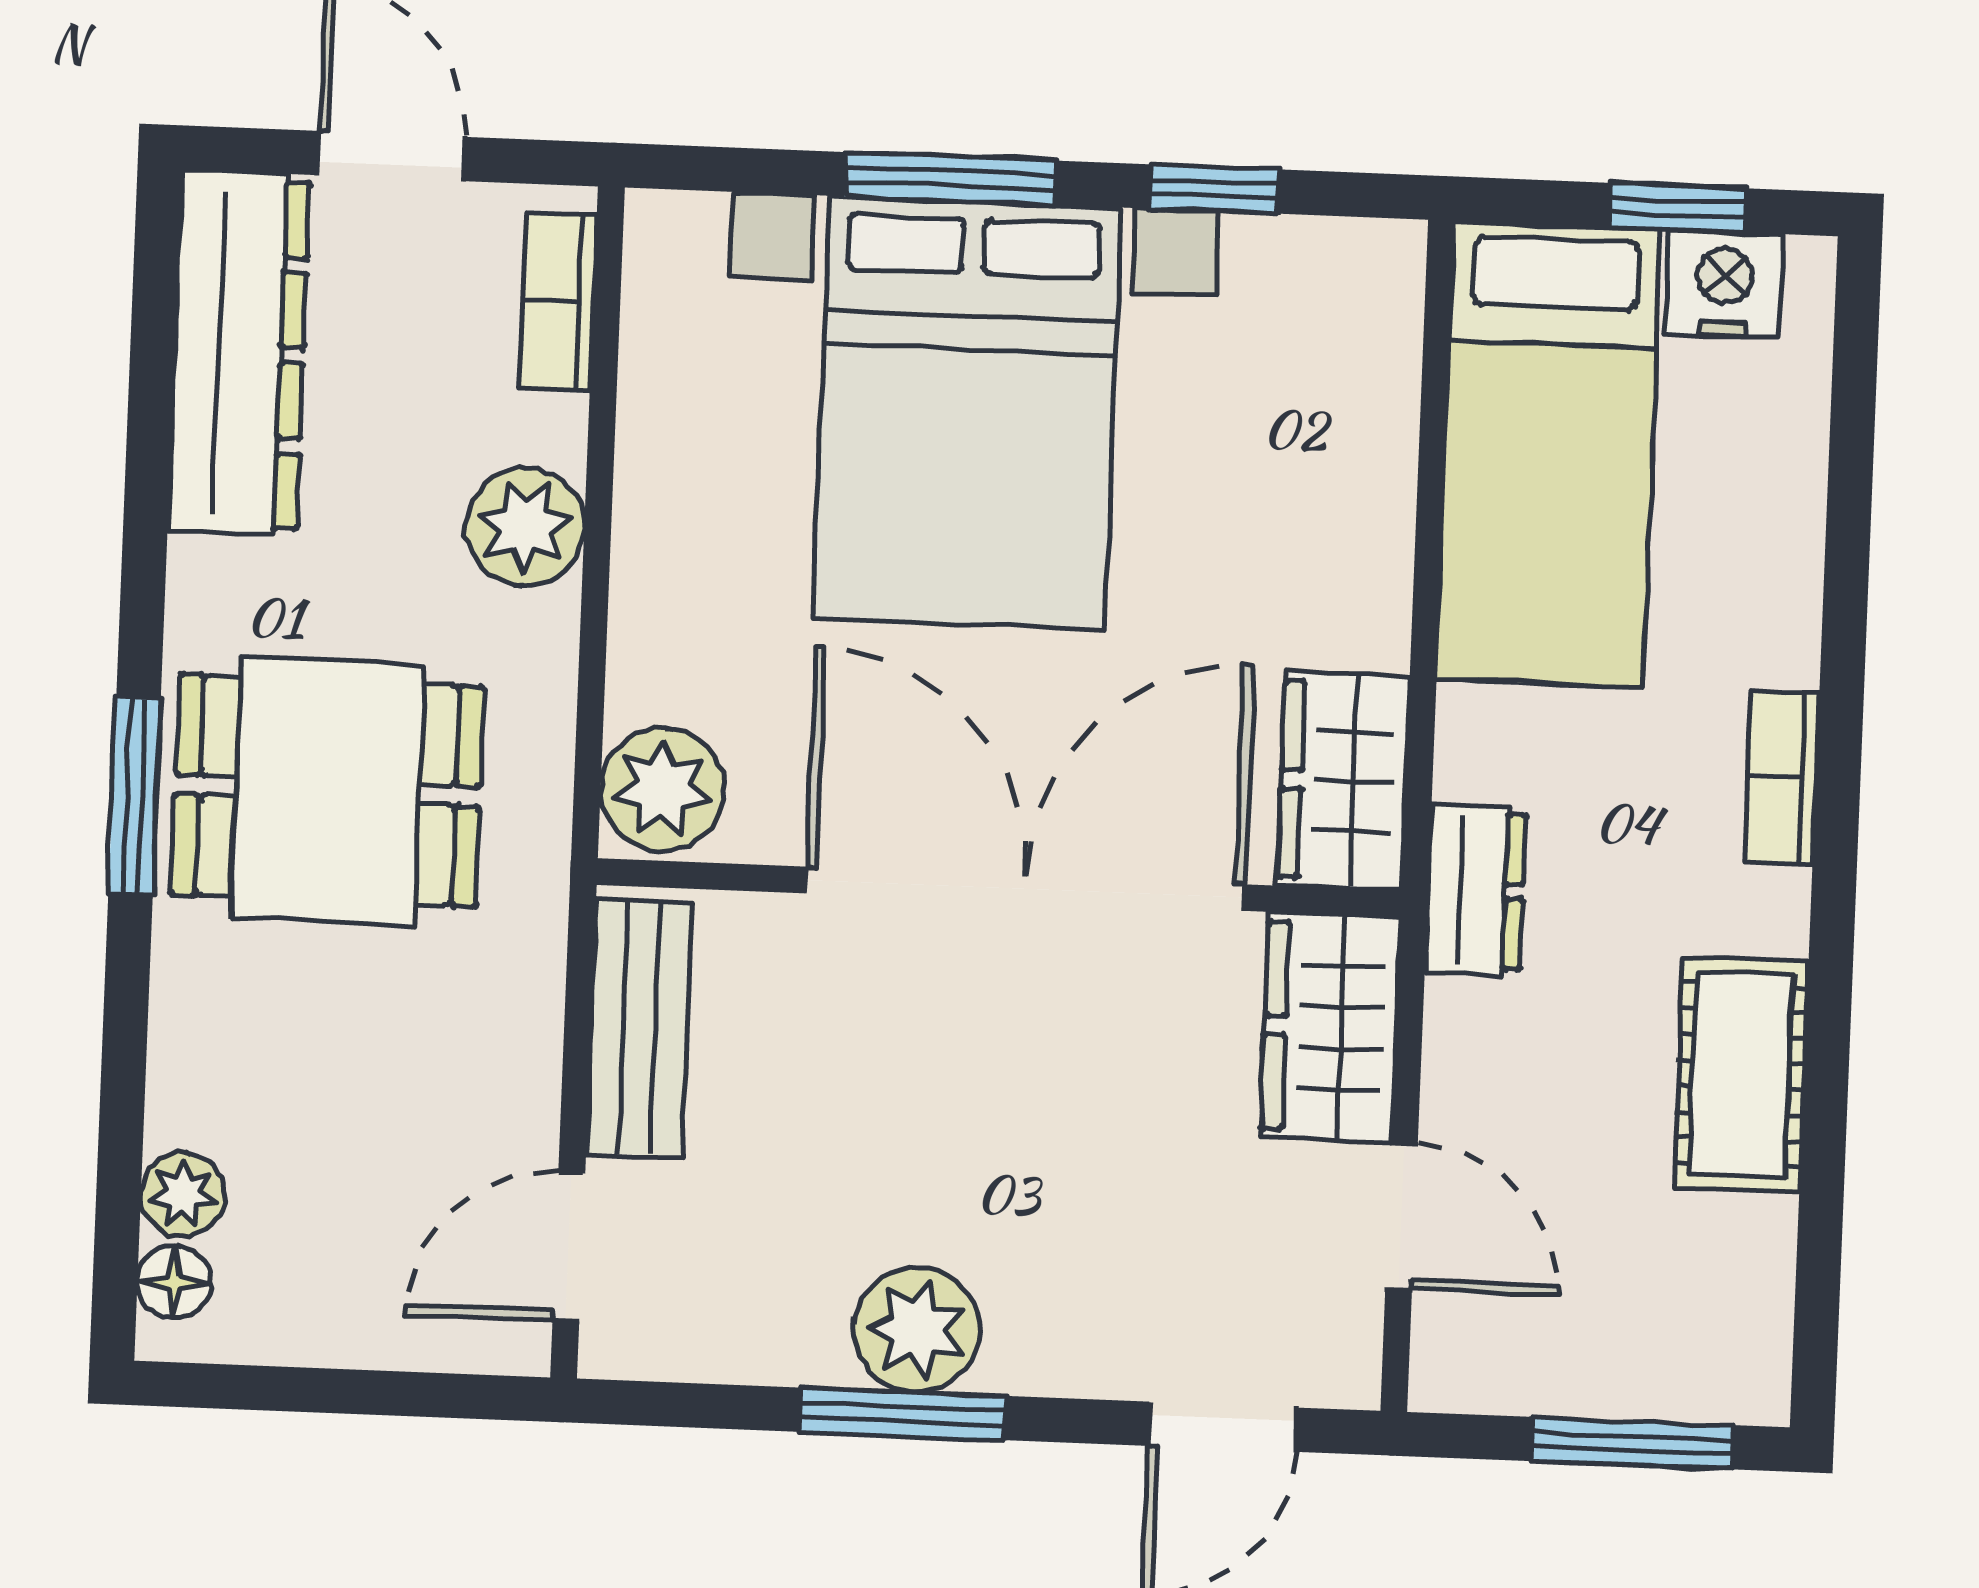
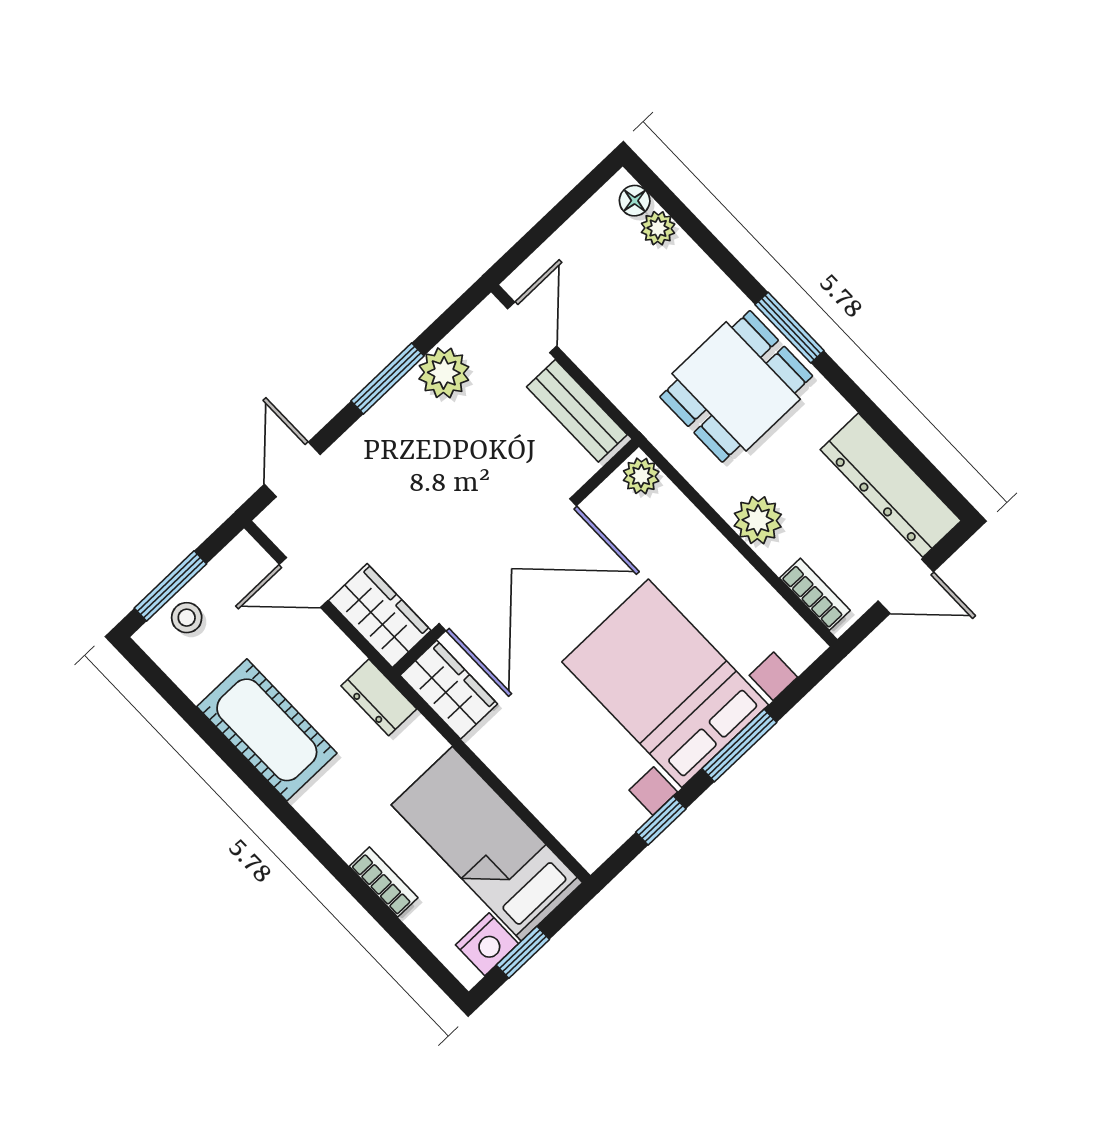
bookcase: (1782, 777) -> (384, 882), moved
plant: (662, 789) -> (641, 476), width x0.73, depth x0.73
cot: (1741, 1075) -> (267, 730), width x1.37, depth x1.34
plant: (917, 1330) -> (444, 373), moved
stool: (1660, 1361) -> (187, 618), added

